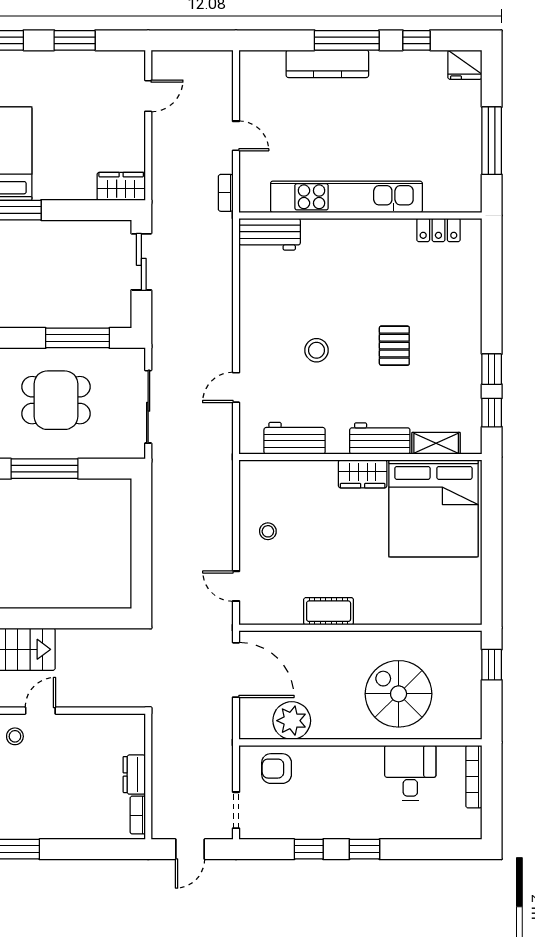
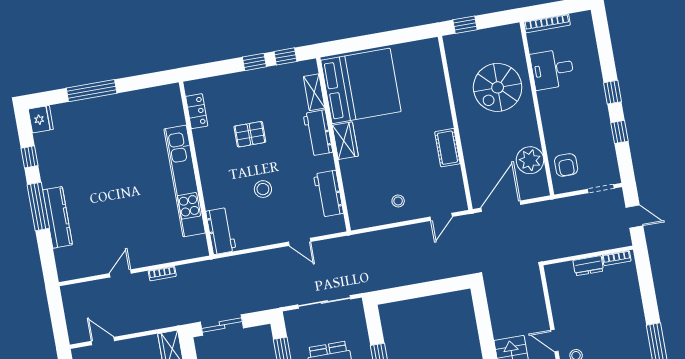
kitchen unit: (346, 197) -> (185, 181), moved
wall: (360, 215) -> (196, 169), moved
locker: (438, 230) -> (197, 111), moved
workbench: (270, 234) -> (221, 231), moved

